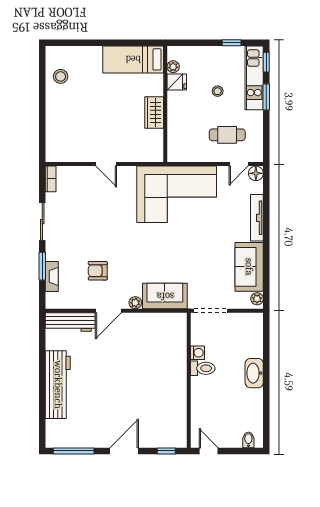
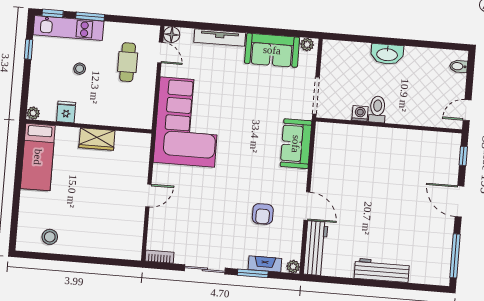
plant: (173, 67) -> (33, 113), moved
plant: (135, 303) -> (293, 267), moved
workbench: (58, 385) -> (382, 270), width x0.73, depth x0.76

